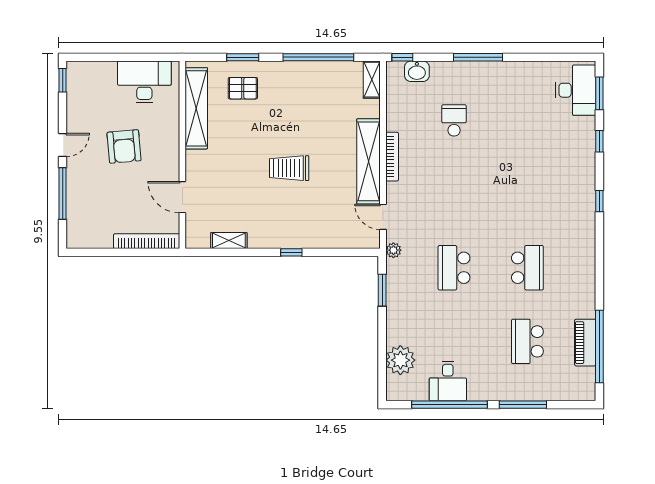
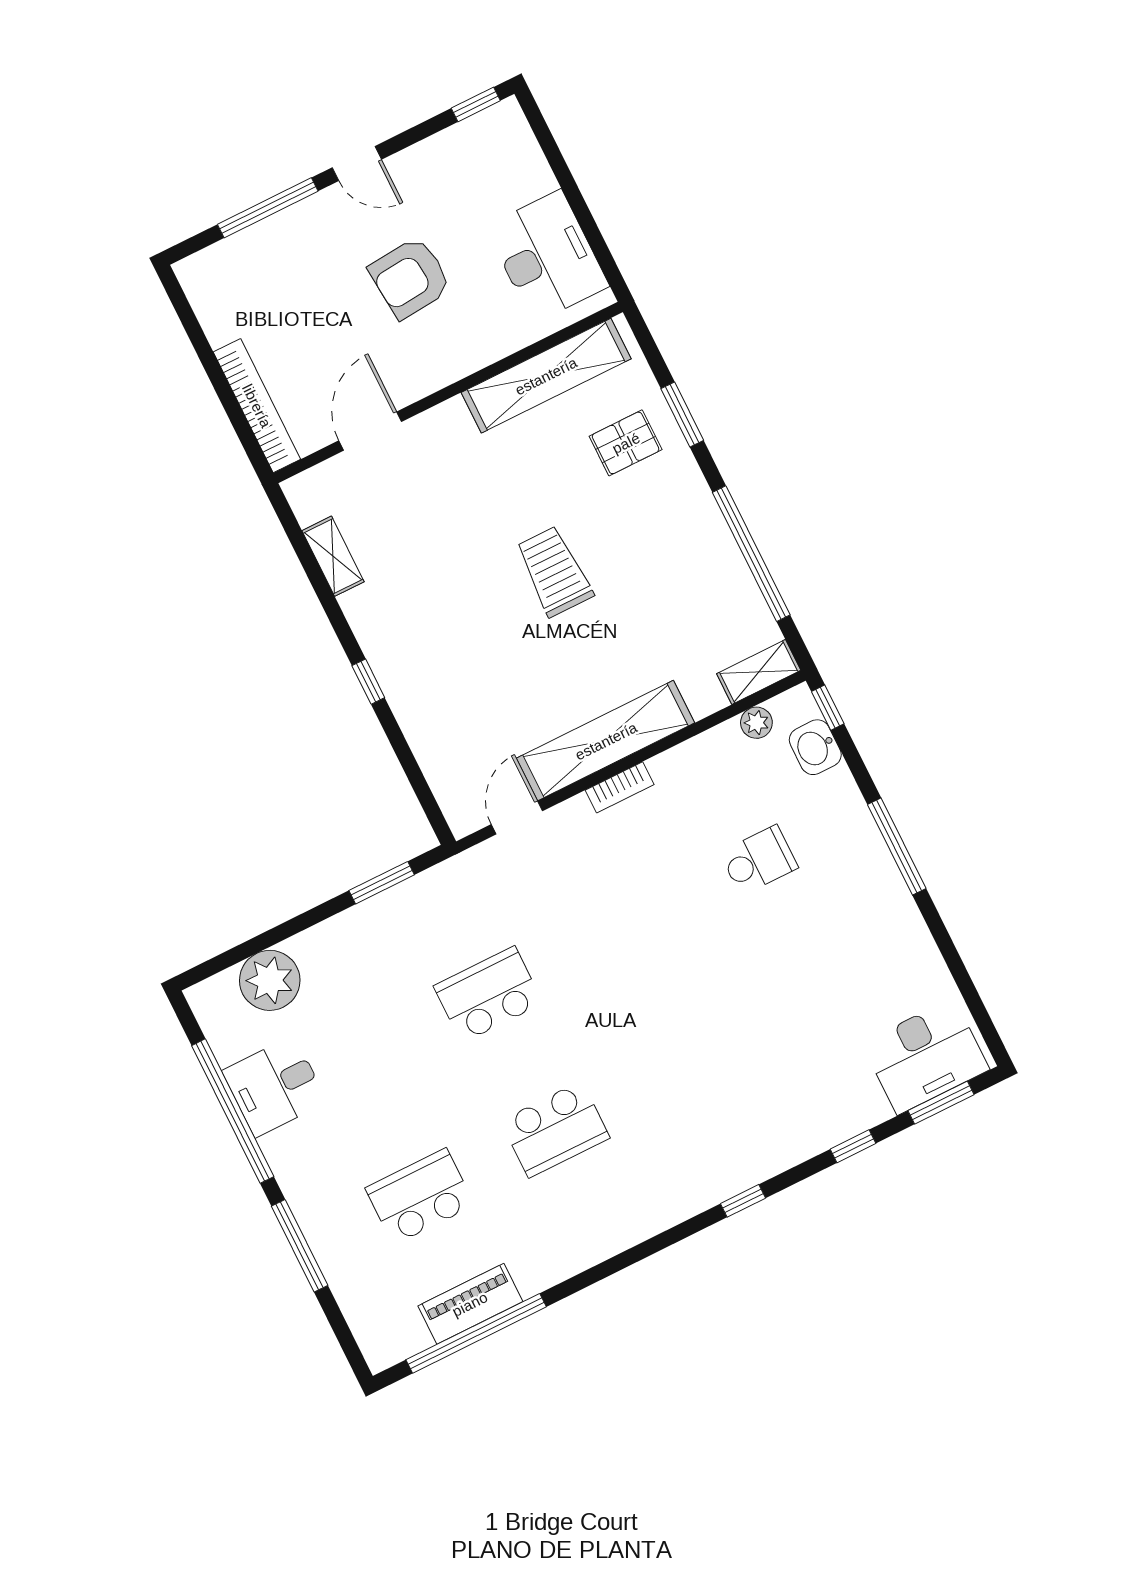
pallet: (243, 88) -> (626, 443), turned 90
bookcase: (392, 157) -> (620, 787), width x0.64
trolley: (289, 168) -> (554, 571), moved
plant: (393, 250) -> (756, 723), moved

